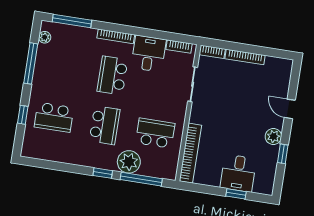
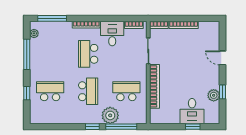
school desk: (54, 117) -> (50, 91), turned 180
plant: (273, 137) -> (214, 95), moved
bookcase: (190, 153) -> (155, 86), moved

